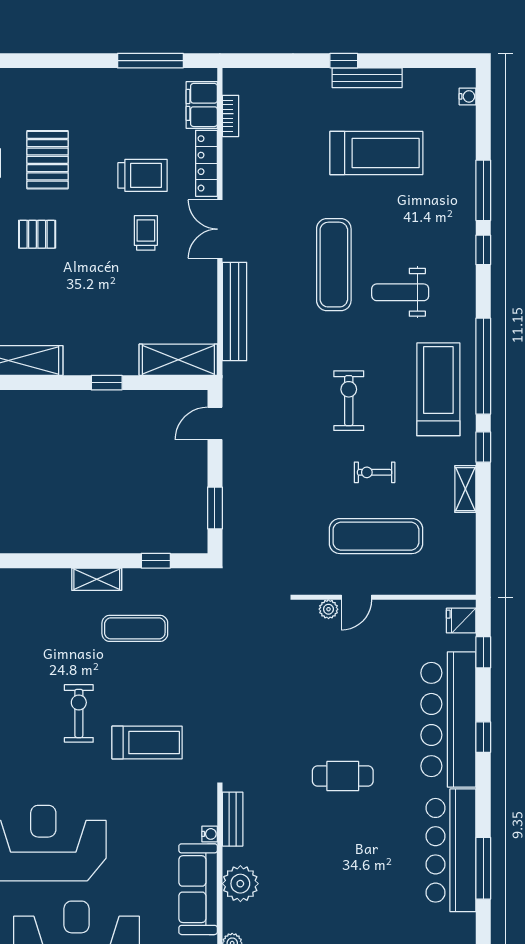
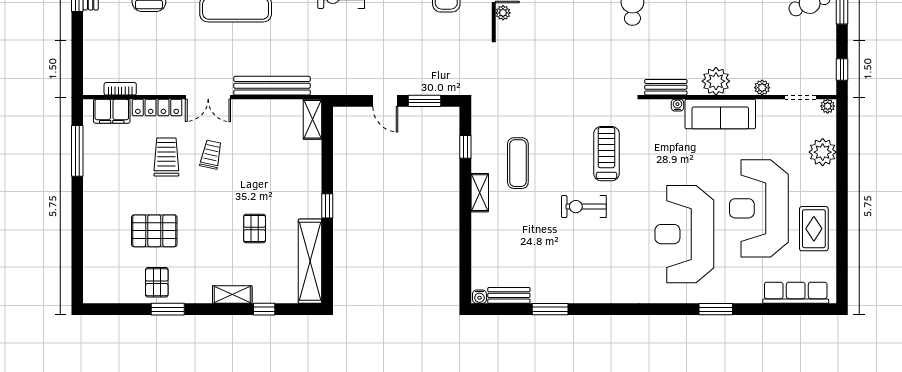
trolley: (146, 233) -> (211, 155), turned 102
pallet: (37, 234) -> (255, 228), moved
shelving: (178, 360) -> (312, 119), width x0.67, depth x0.75
window: (107, 383) -> (327, 206), moved
door: (215, 423) -> (385, 101), moved

